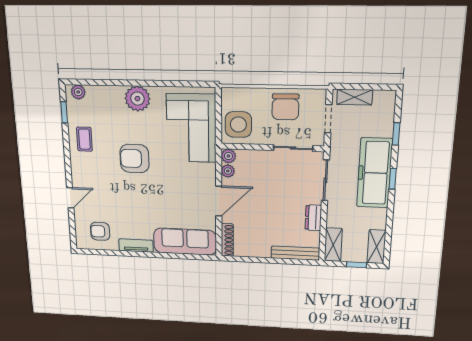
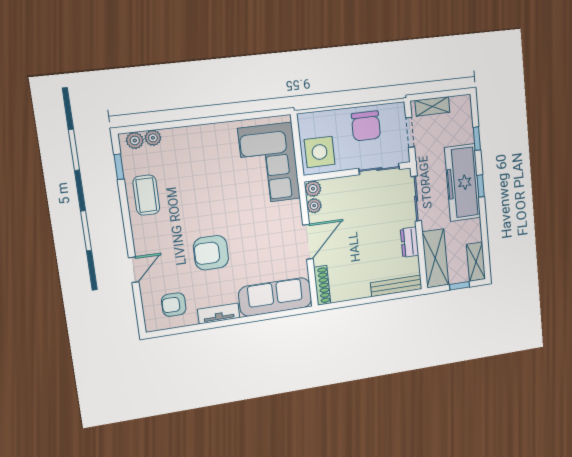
plant: (137, 99) -> (153, 138), moved, width x0.53, depth x0.53
coffee table: (84, 139) -> (146, 195), width x1.36, depth x1.30
armchair: (134, 158) -> (211, 253), moved
shelving: (333, 245) -> (435, 258), width x1.50, depth x1.33

